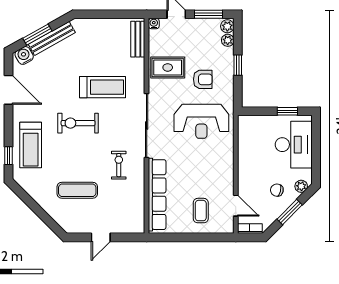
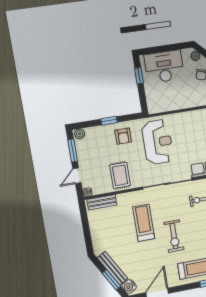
plant: (228, 40) -> (91, 132), removed
armchair: (203, 79) -> (123, 136), moved, turned 180

